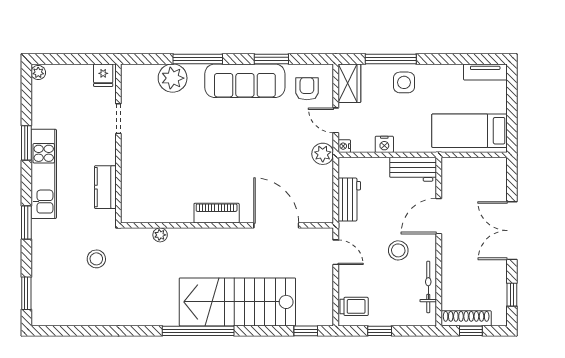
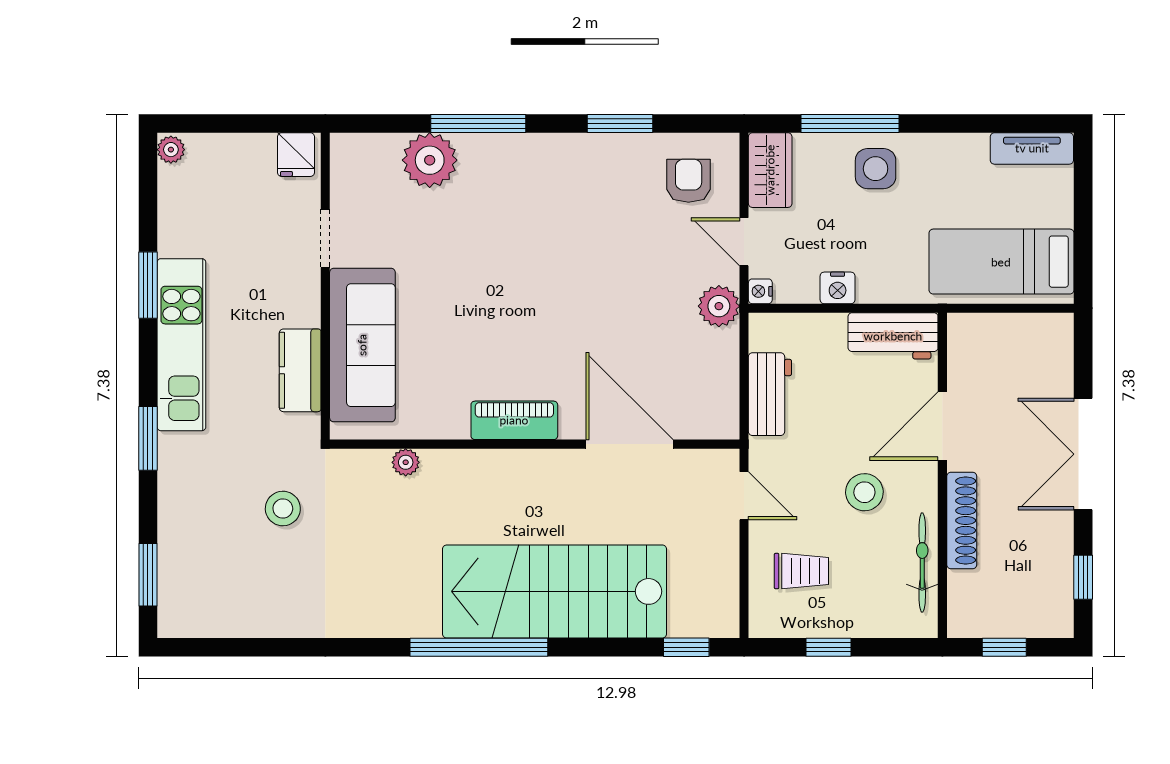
sofa: (245, 81) -> (362, 345), moved, turned -90
trolley: (354, 306) -> (801, 571), moved
shoe rack: (466, 318) -> (962, 521), moved, turned 90

